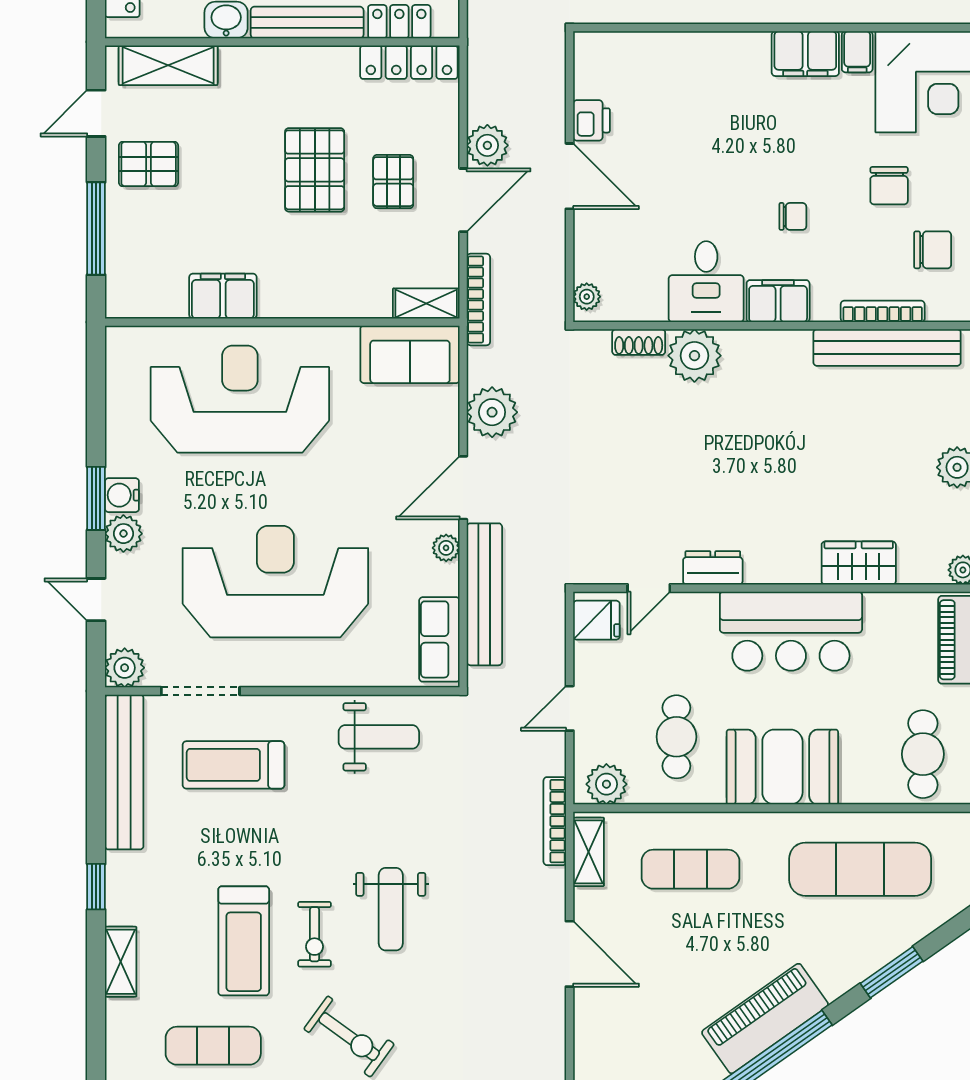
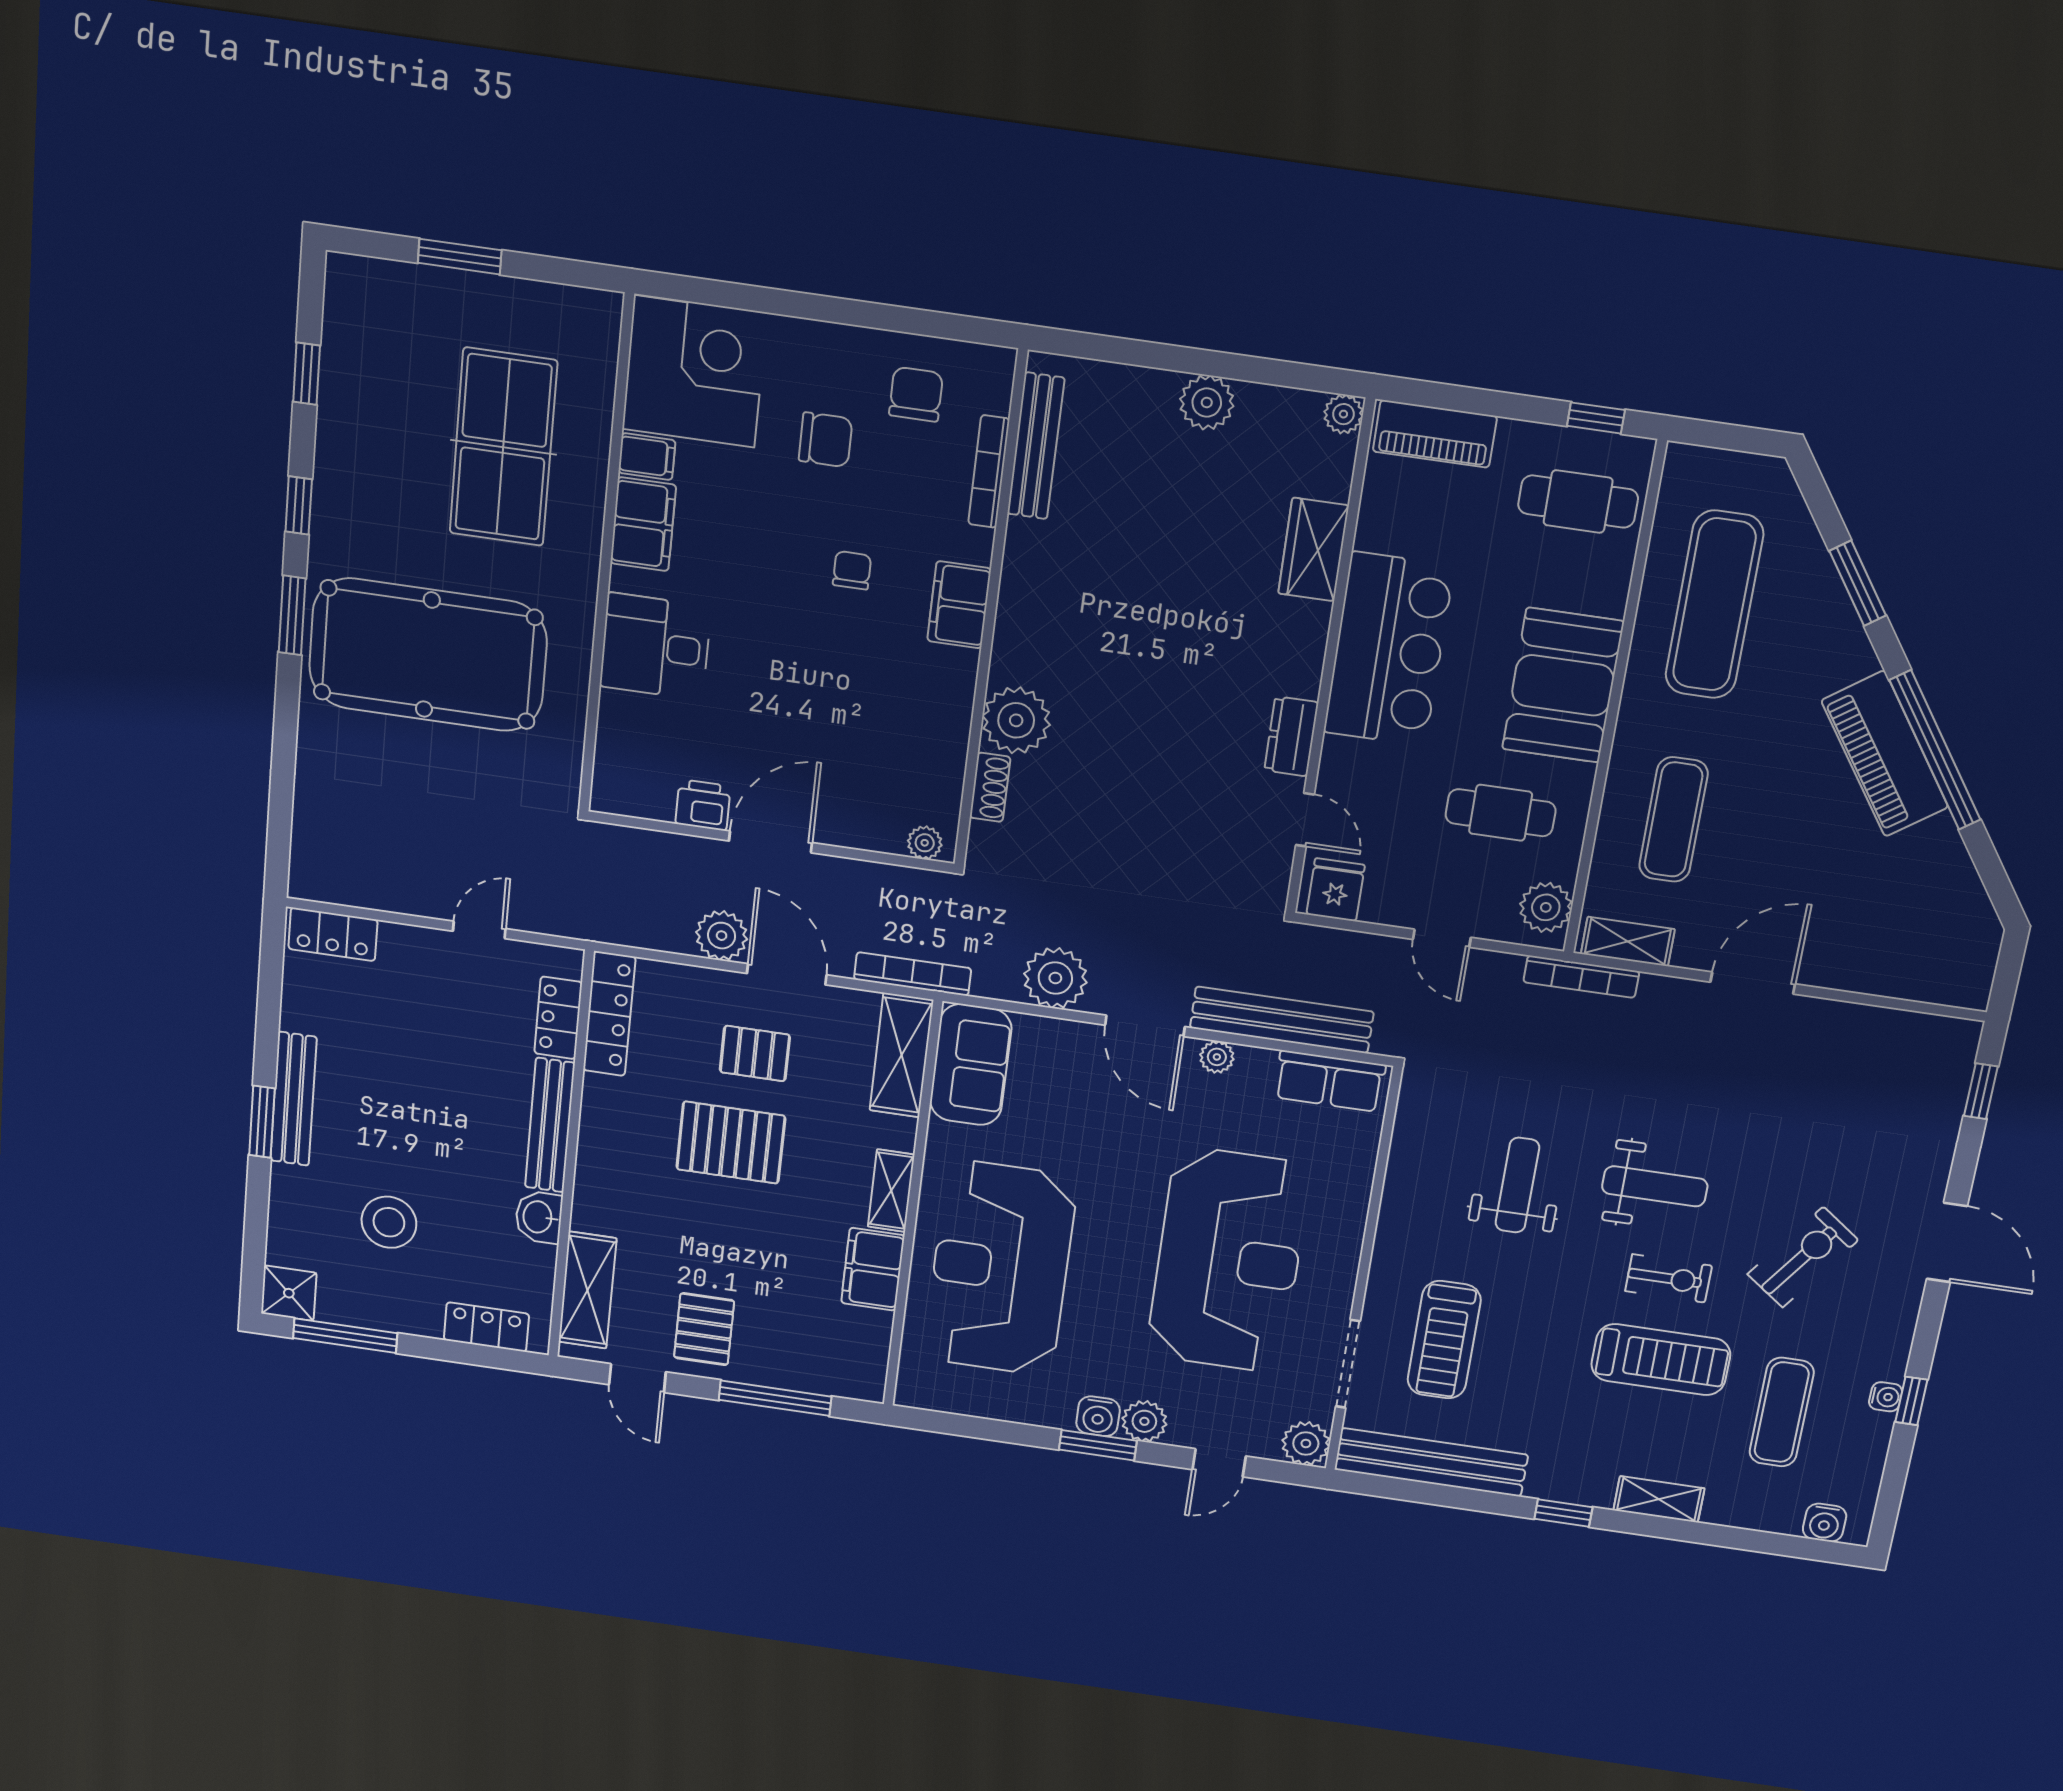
desk: (706, 282) -> (655, 646), moved, turned 180
shelving: (293, 303) -> (891, 1191), added
shelving: (426, 303) -> (901, 1055), width x1.50, depth x1.33
bench: (887, 347) -> (1036, 446), width x0.73, depth x0.82
reception desk: (275, 582) -> (1228, 1260), turned 180
weight bench: (379, 737) -> (1517, 1185), moved

